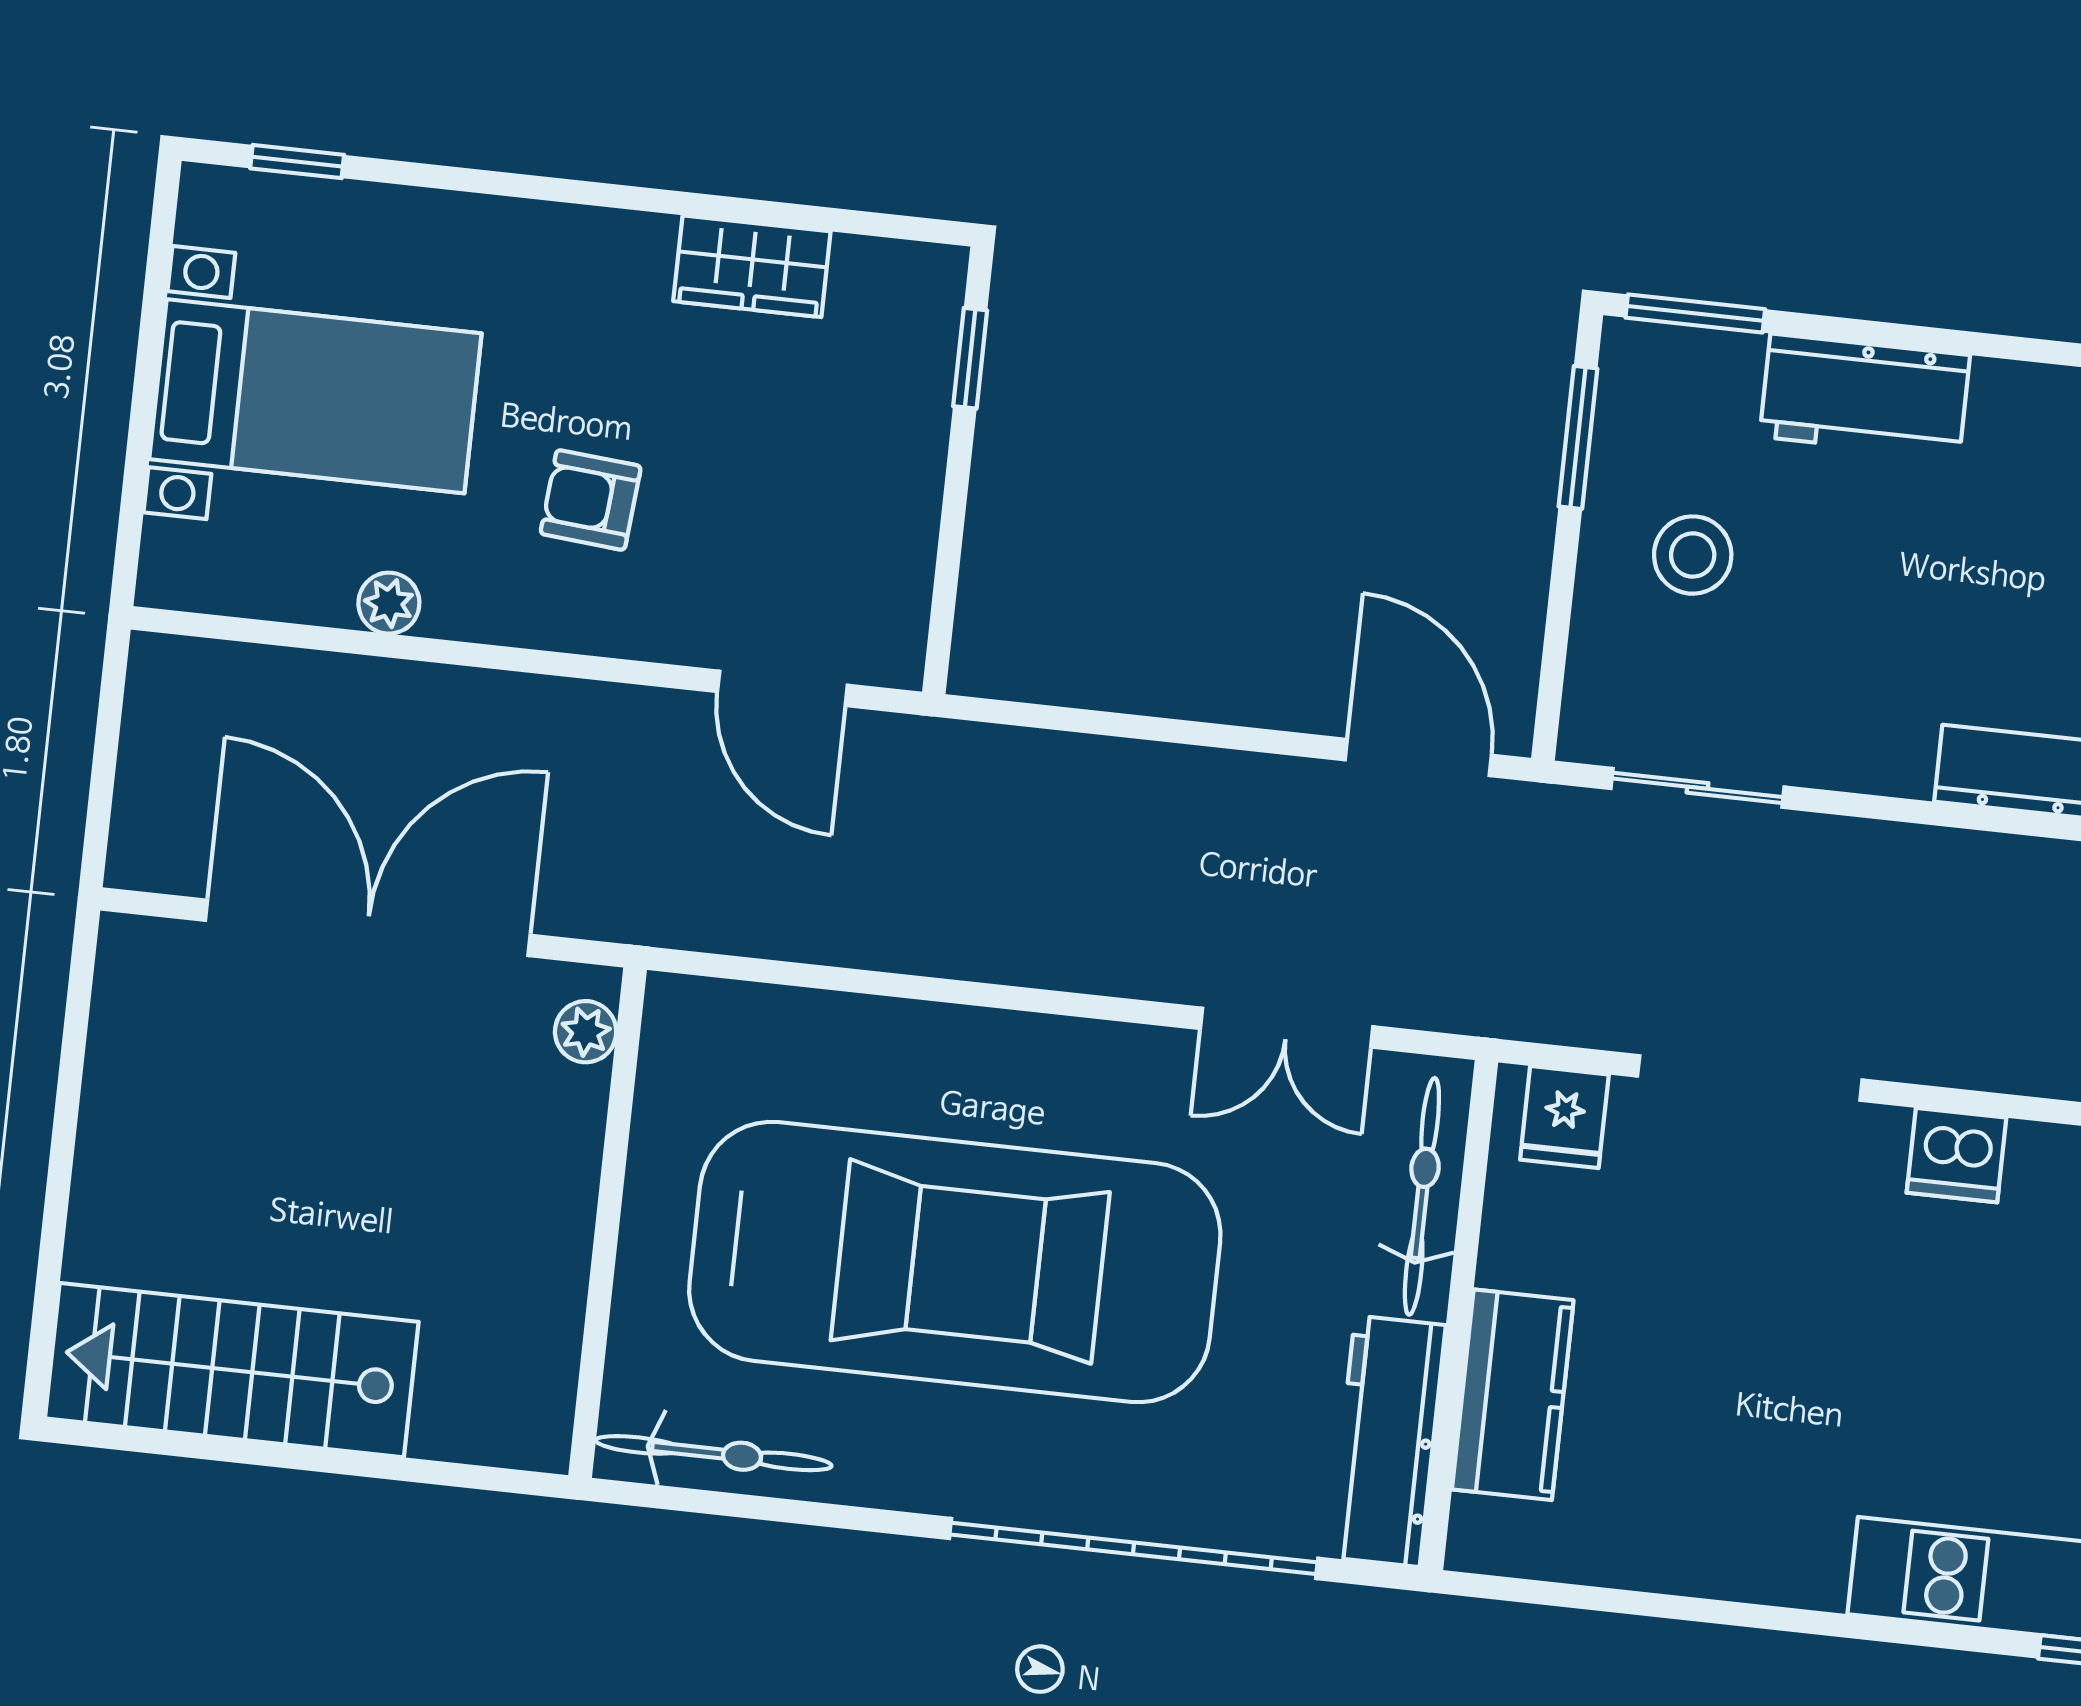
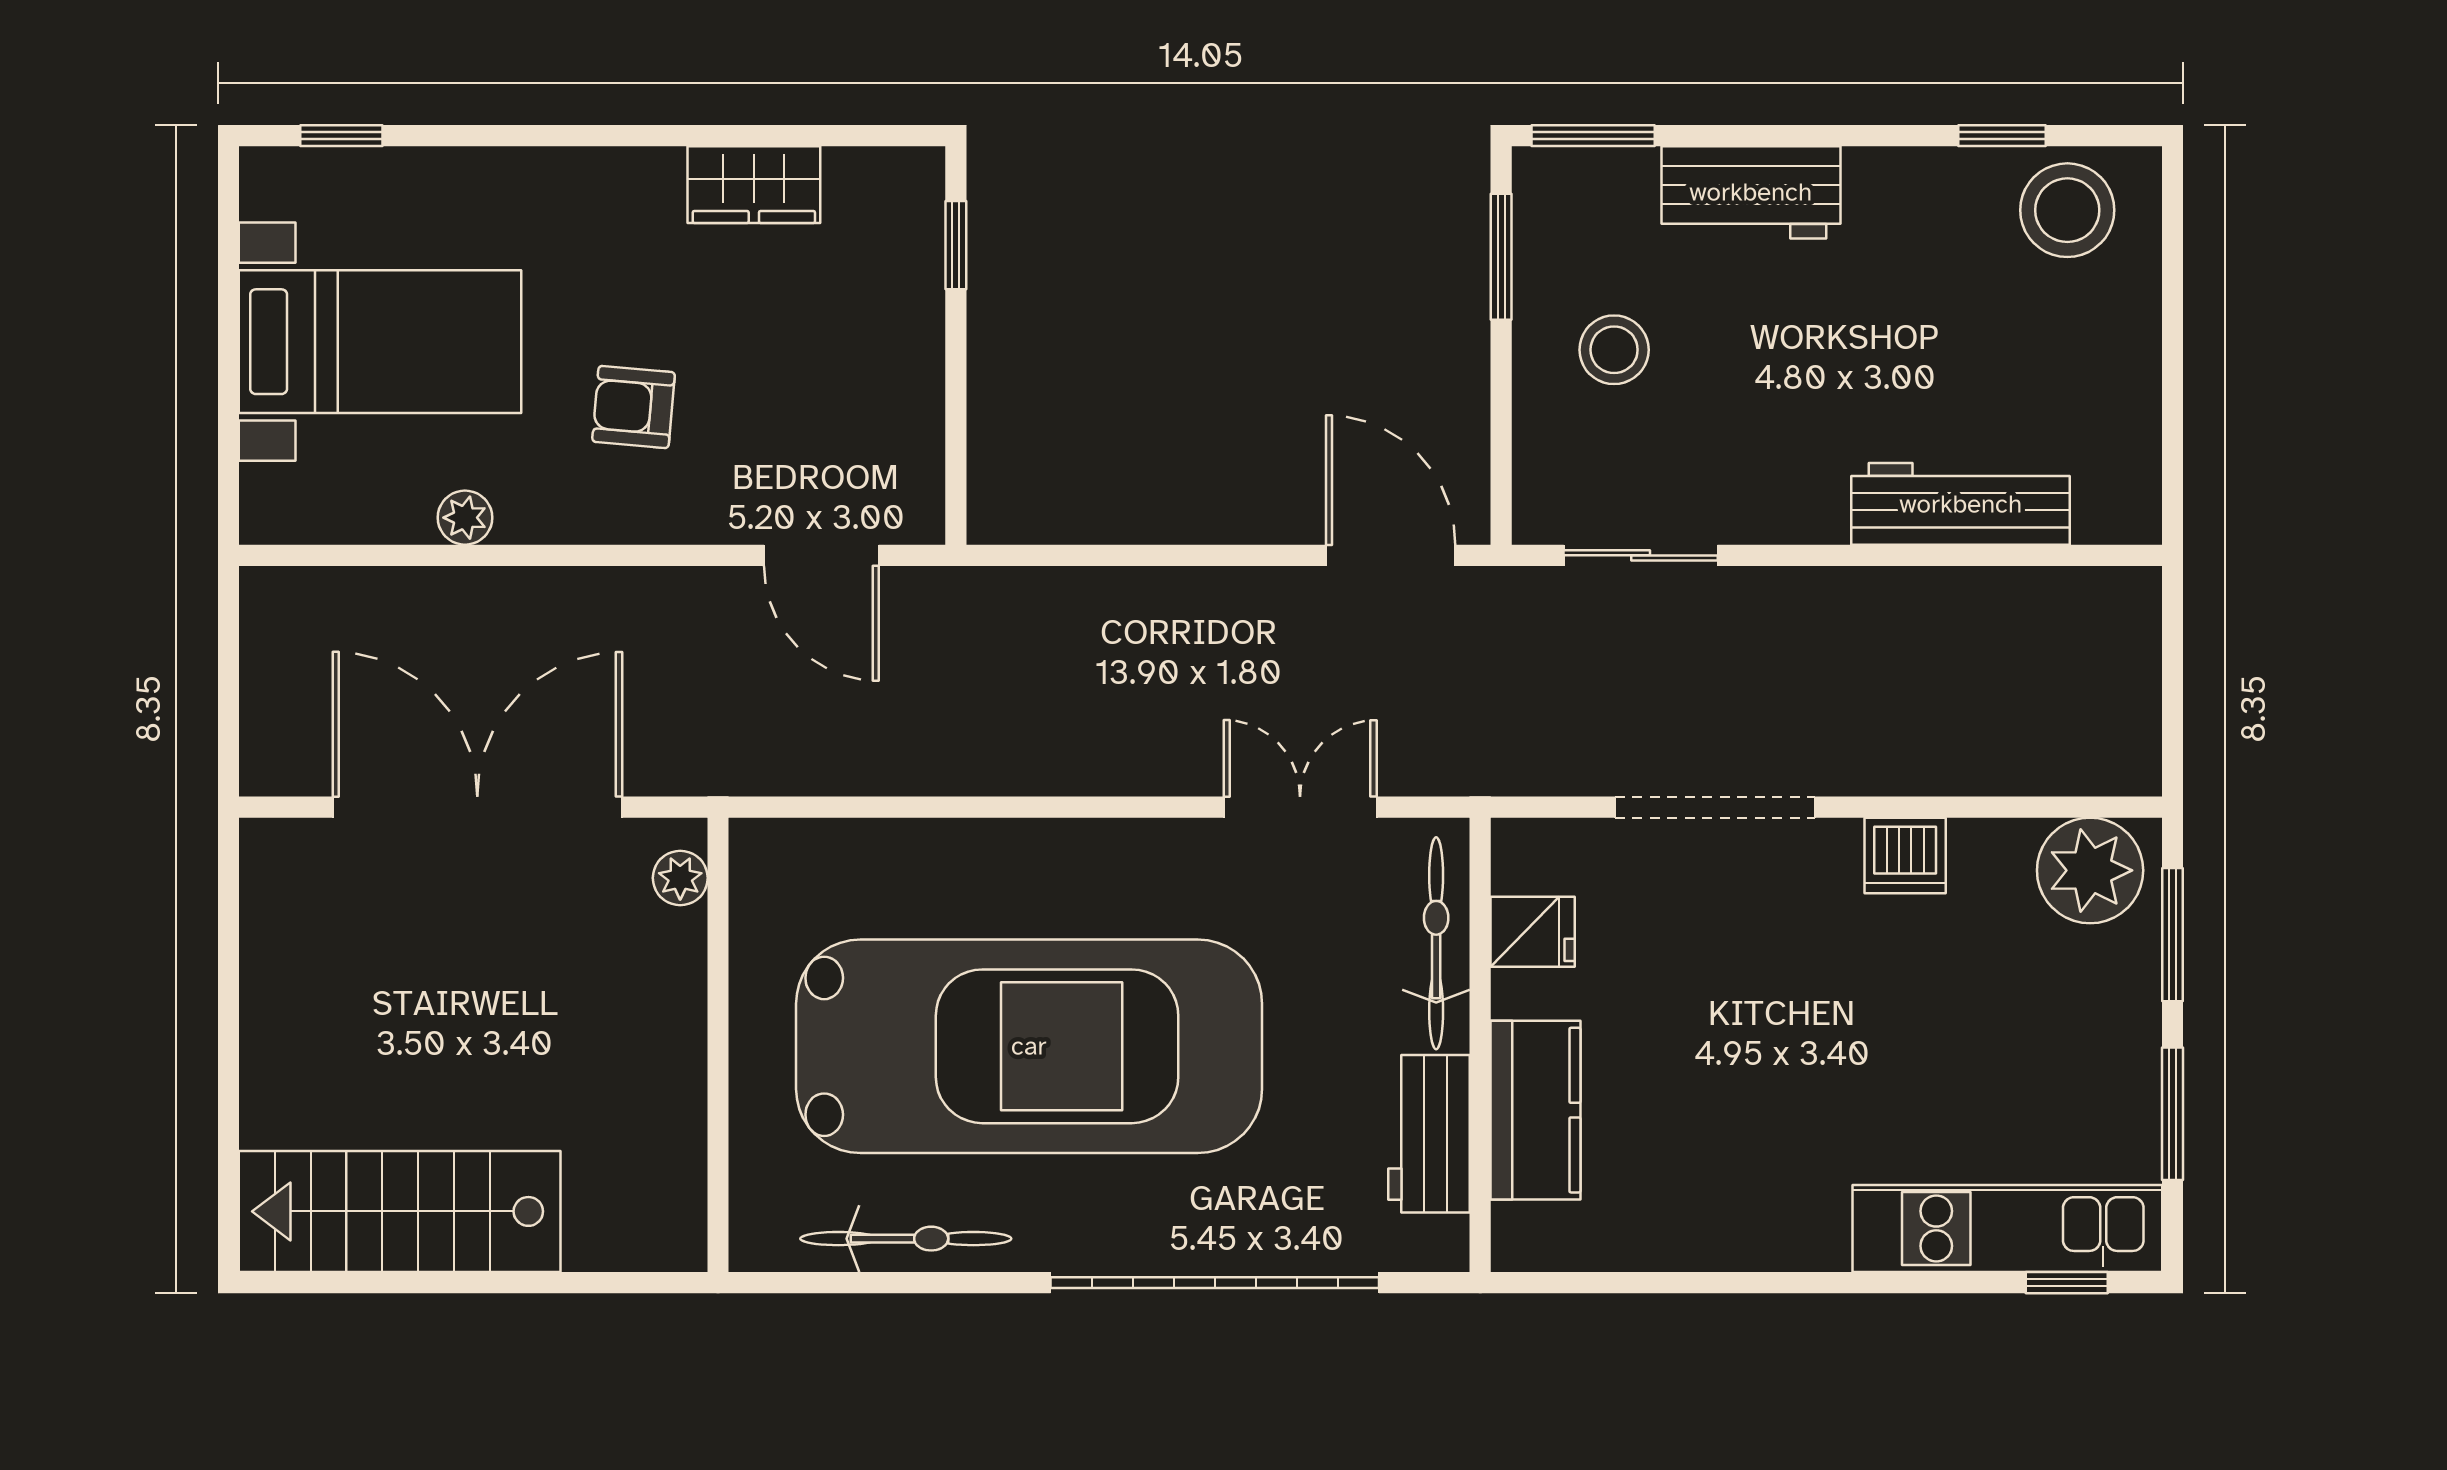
double door: (1287, 1028) -> (1300, 807), swing flipped
fridge: (1564, 1117) -> (1533, 932), moved, turned -90
workbench: (1387, 1441) -> (1429, 1134), width x0.73
bicycle: (714, 1453) -> (906, 1239), moved

